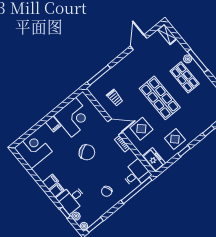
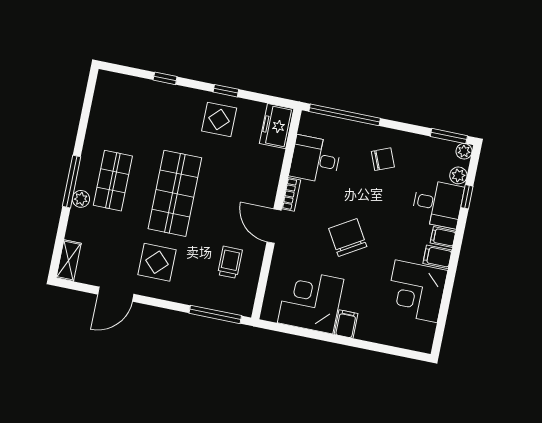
display table: (141, 129) -> (157, 262), moved
corner desk: (33, 150) -> (416, 291), moved
desk: (136, 174) -> (315, 160), moved

